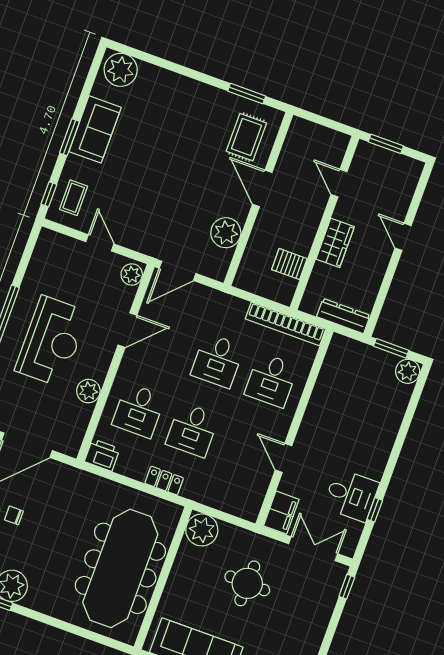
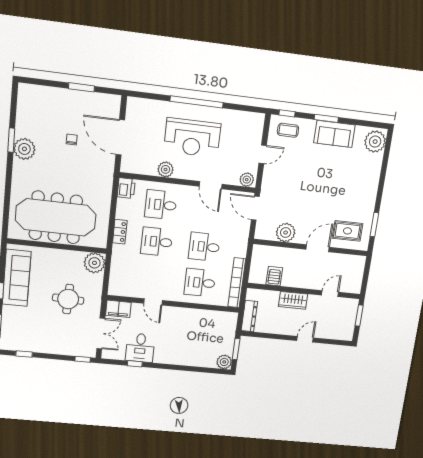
door: (283, 458) -> (153, 302), swing flipped

